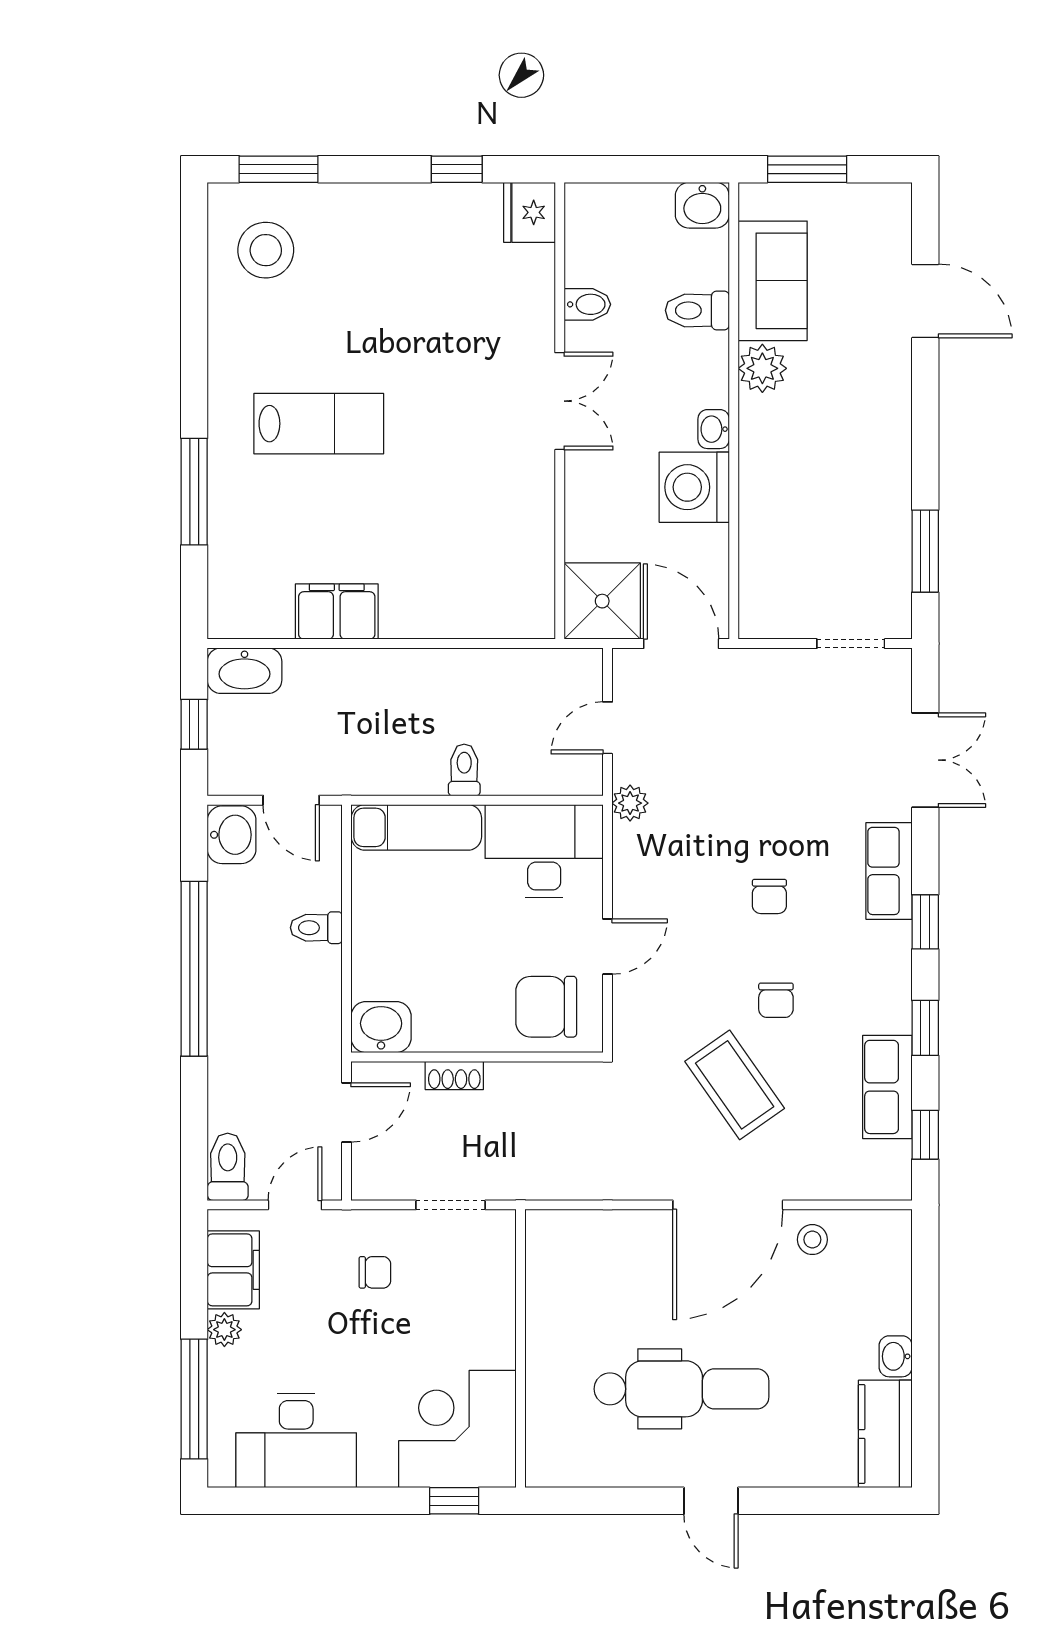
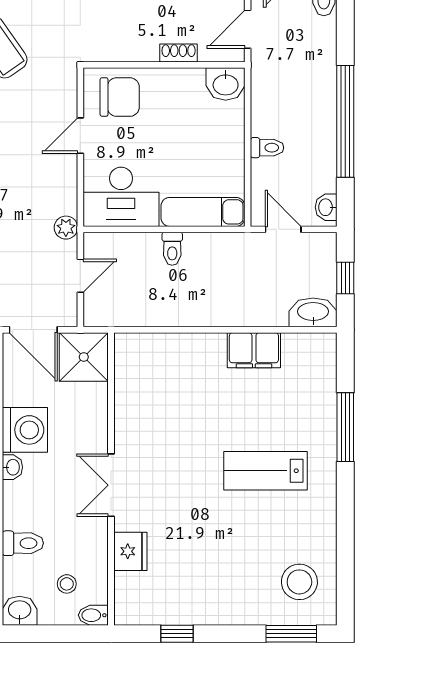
fridge: (529, 212) -> (130, 551), moved
stool: (629, 247) -> (67, 584), added
bidet: (587, 304) -> (93, 615), moved
washbasin: (232, 835) -> (326, 207), width x0.72, depth x0.69

